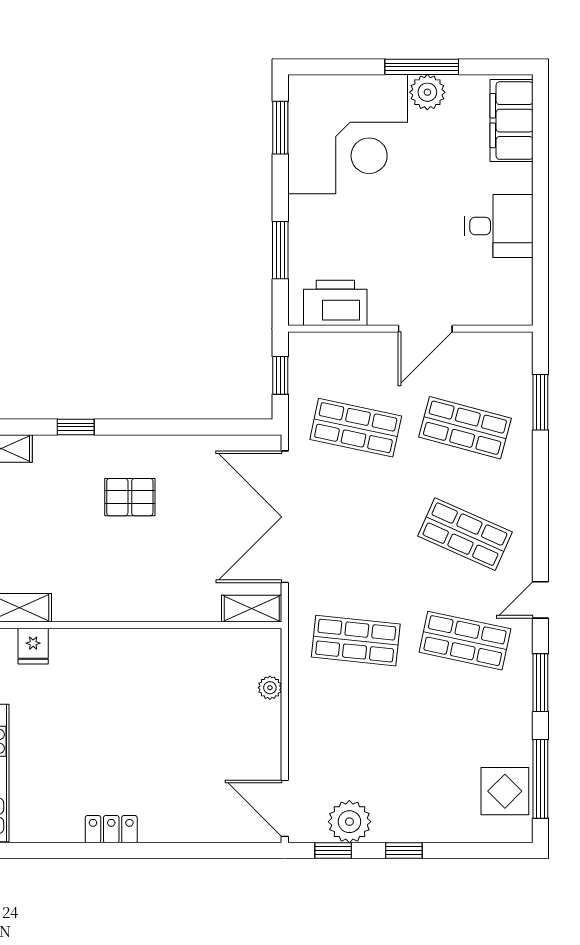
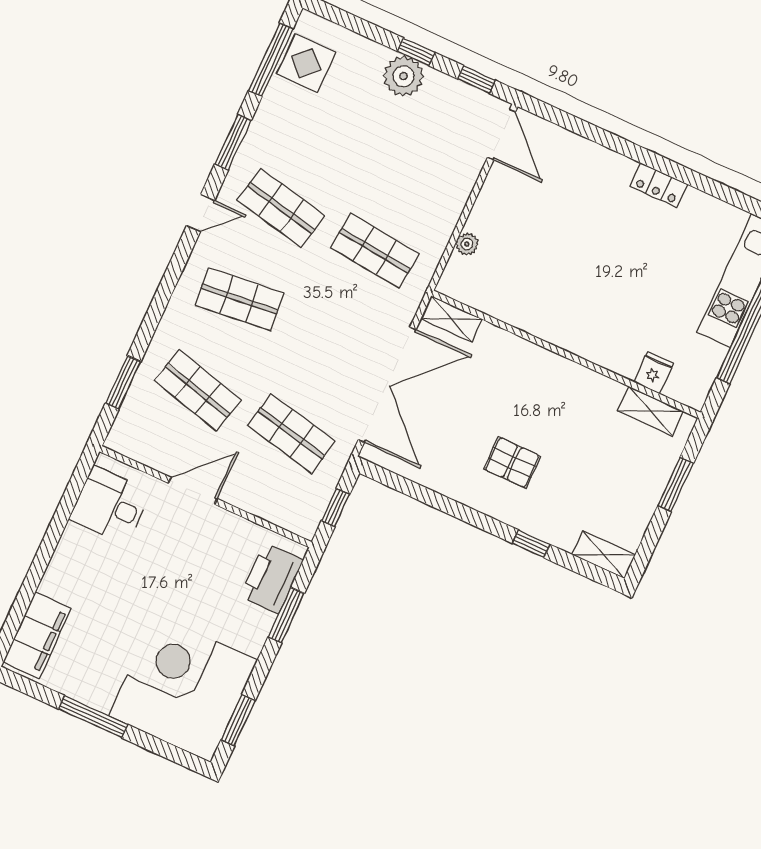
plant: (427, 92) -> (98, 693), removed
desk: (499, 226) -> (110, 505), moved
printer: (335, 303) -> (272, 578), moved, turned 90
shop shelf: (465, 534) -> (239, 299), turned -30
plant: (349, 822) -> (403, 76), moved

